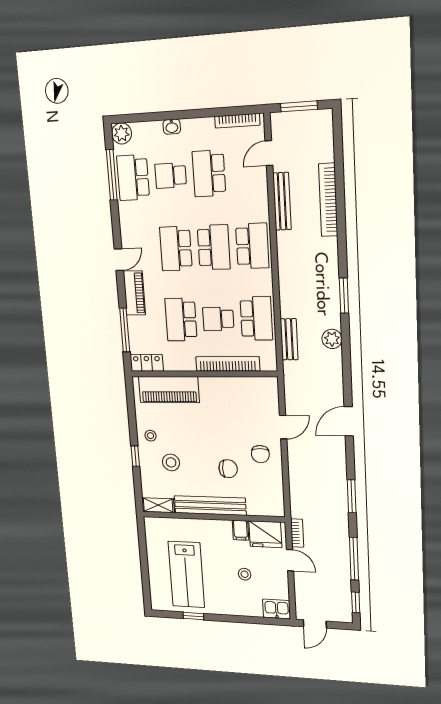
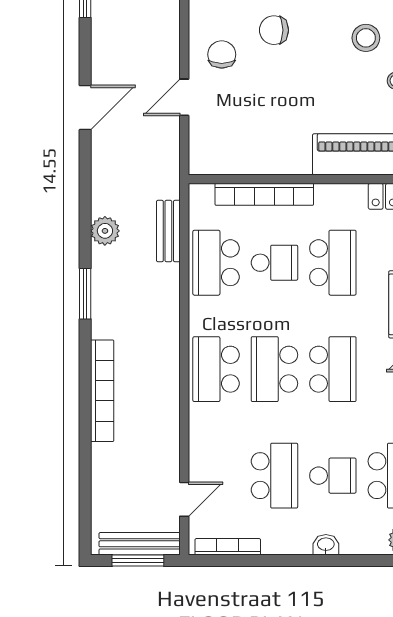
bookcase: (328, 200) -> (102, 391), moved
bench: (282, 201) -> (140, 544), moved, turned 90

